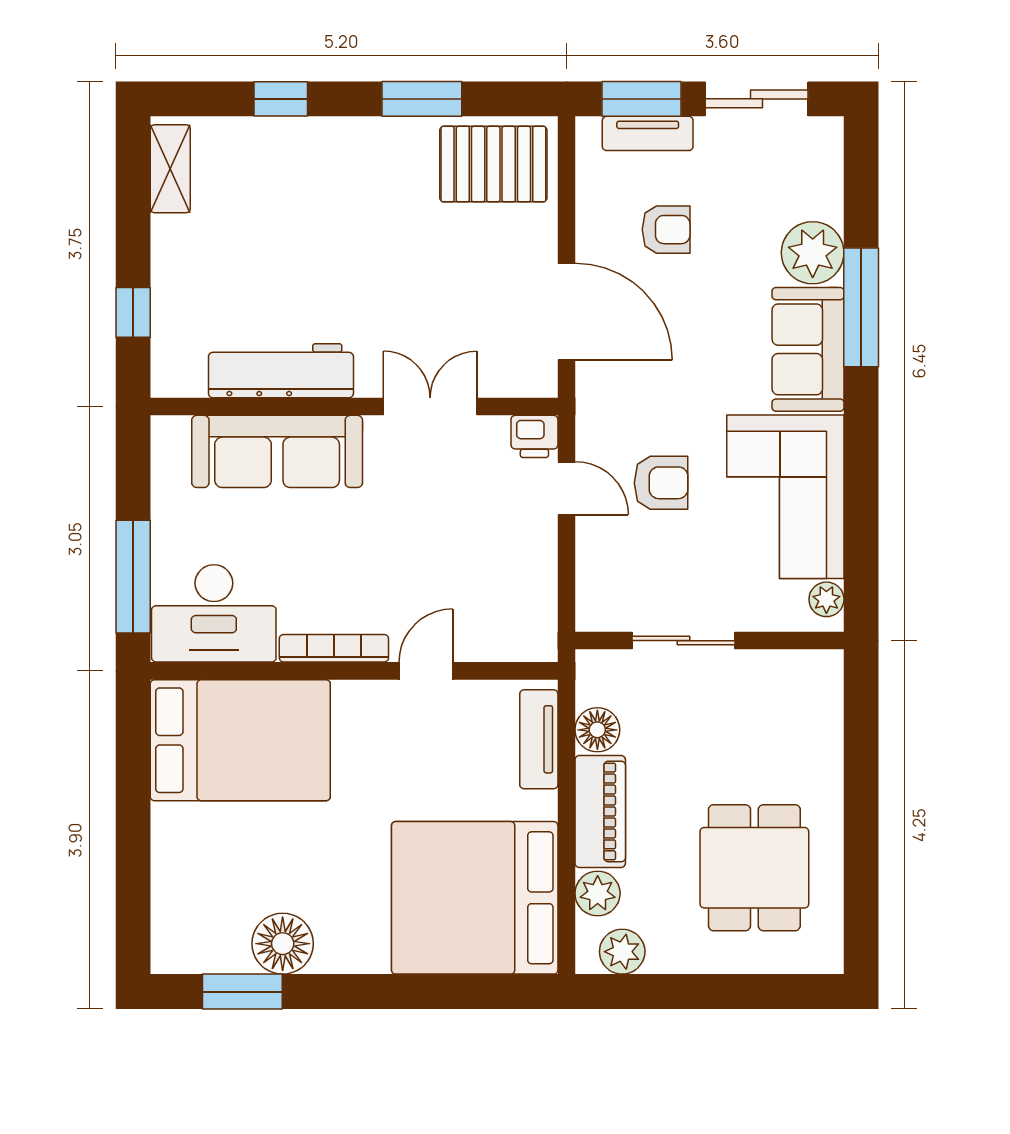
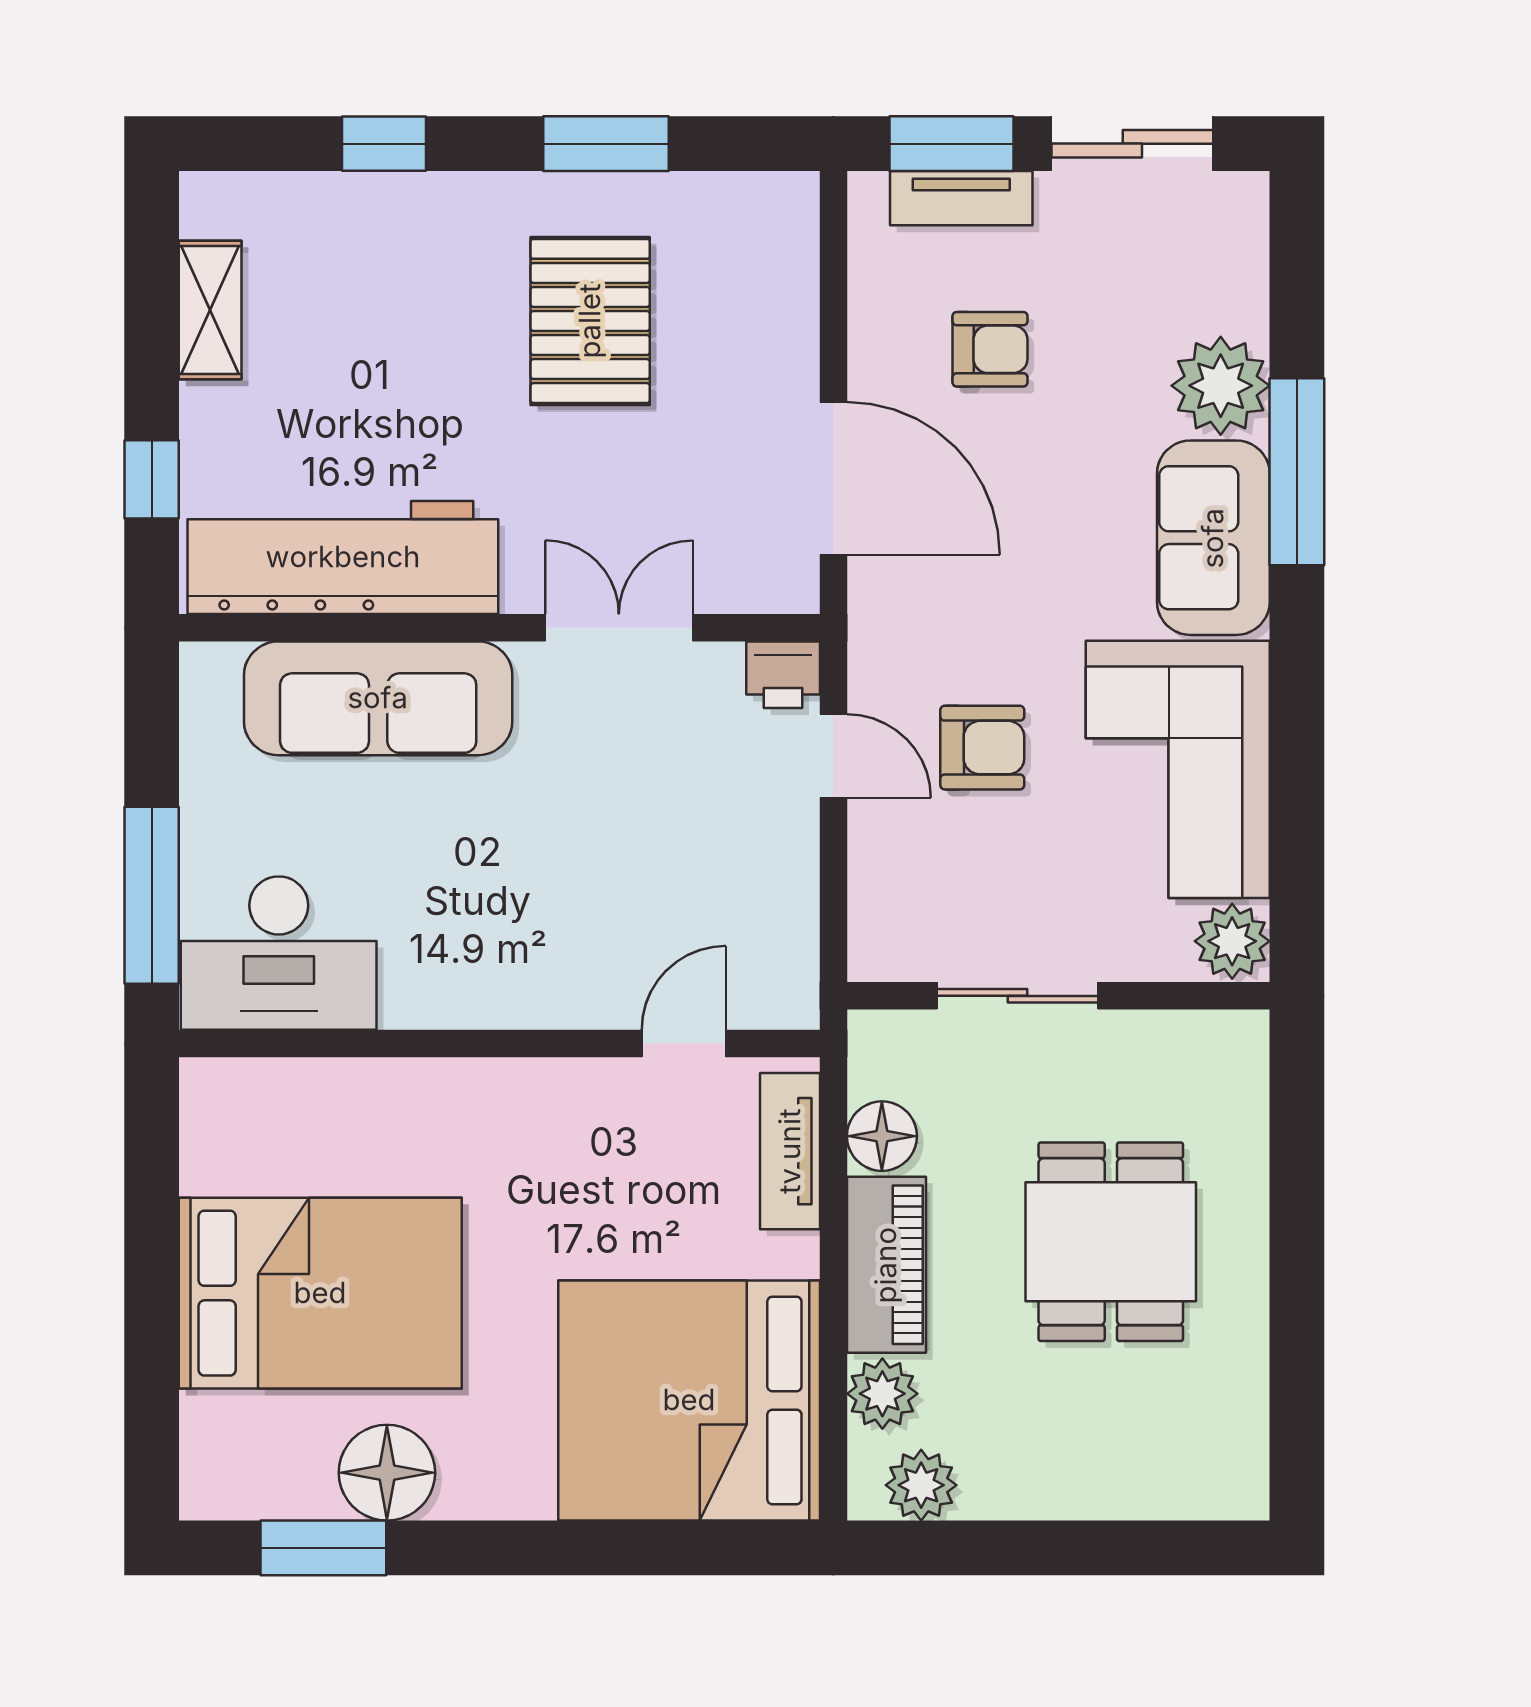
pallet: (493, 164) -> (590, 321), moved, turned 90
shelving: (170, 169) -> (210, 310), moved
workbench: (281, 371) -> (343, 557), width x1.36, depth x1.32
plant: (826, 599) -> (1232, 941), width x1.38, depth x1.38
bookcase: (334, 648) -> (468, 1008), removed
door: (426, 671) -> (684, 1044), moved
bed: (240, 740) -> (320, 1293), moved
dining table: (754, 868) -> (1111, 1242), moved

